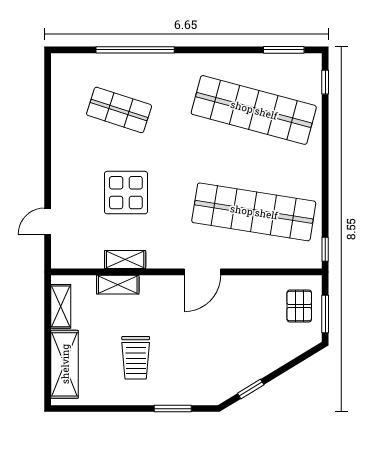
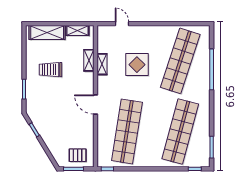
shop shelf: (119, 110) -> (180, 61), width x2.00, depth x1.36

